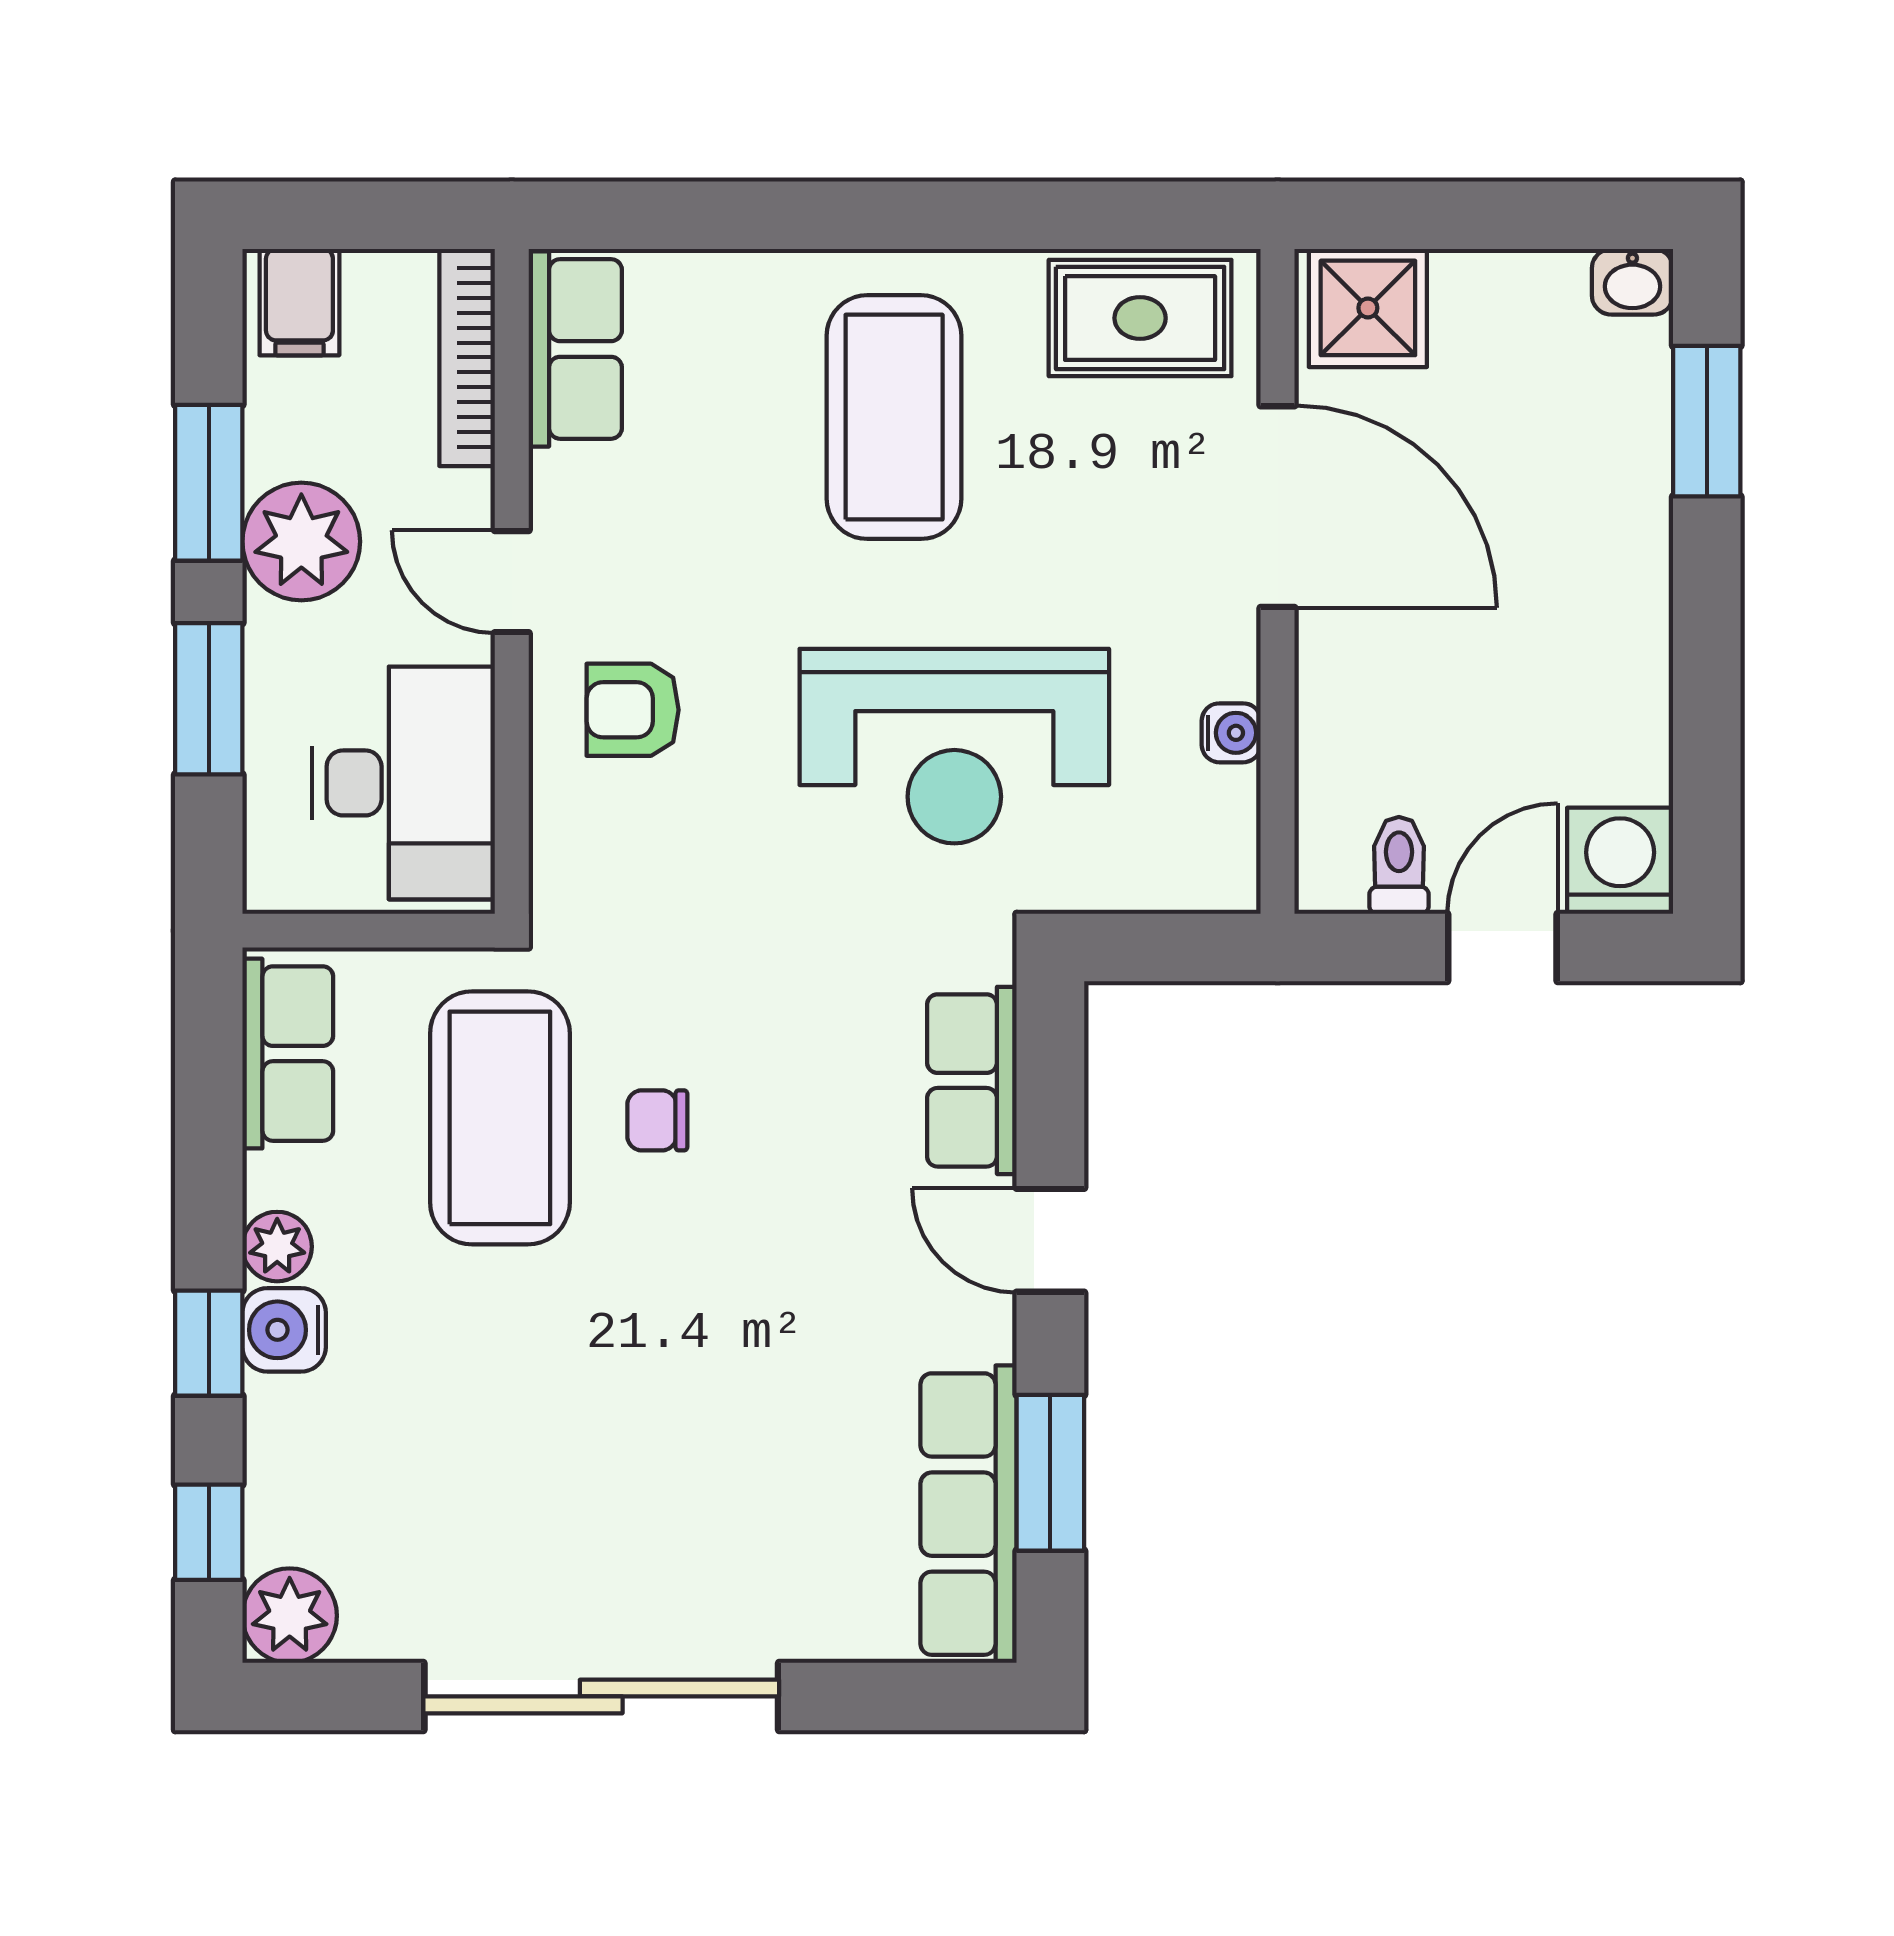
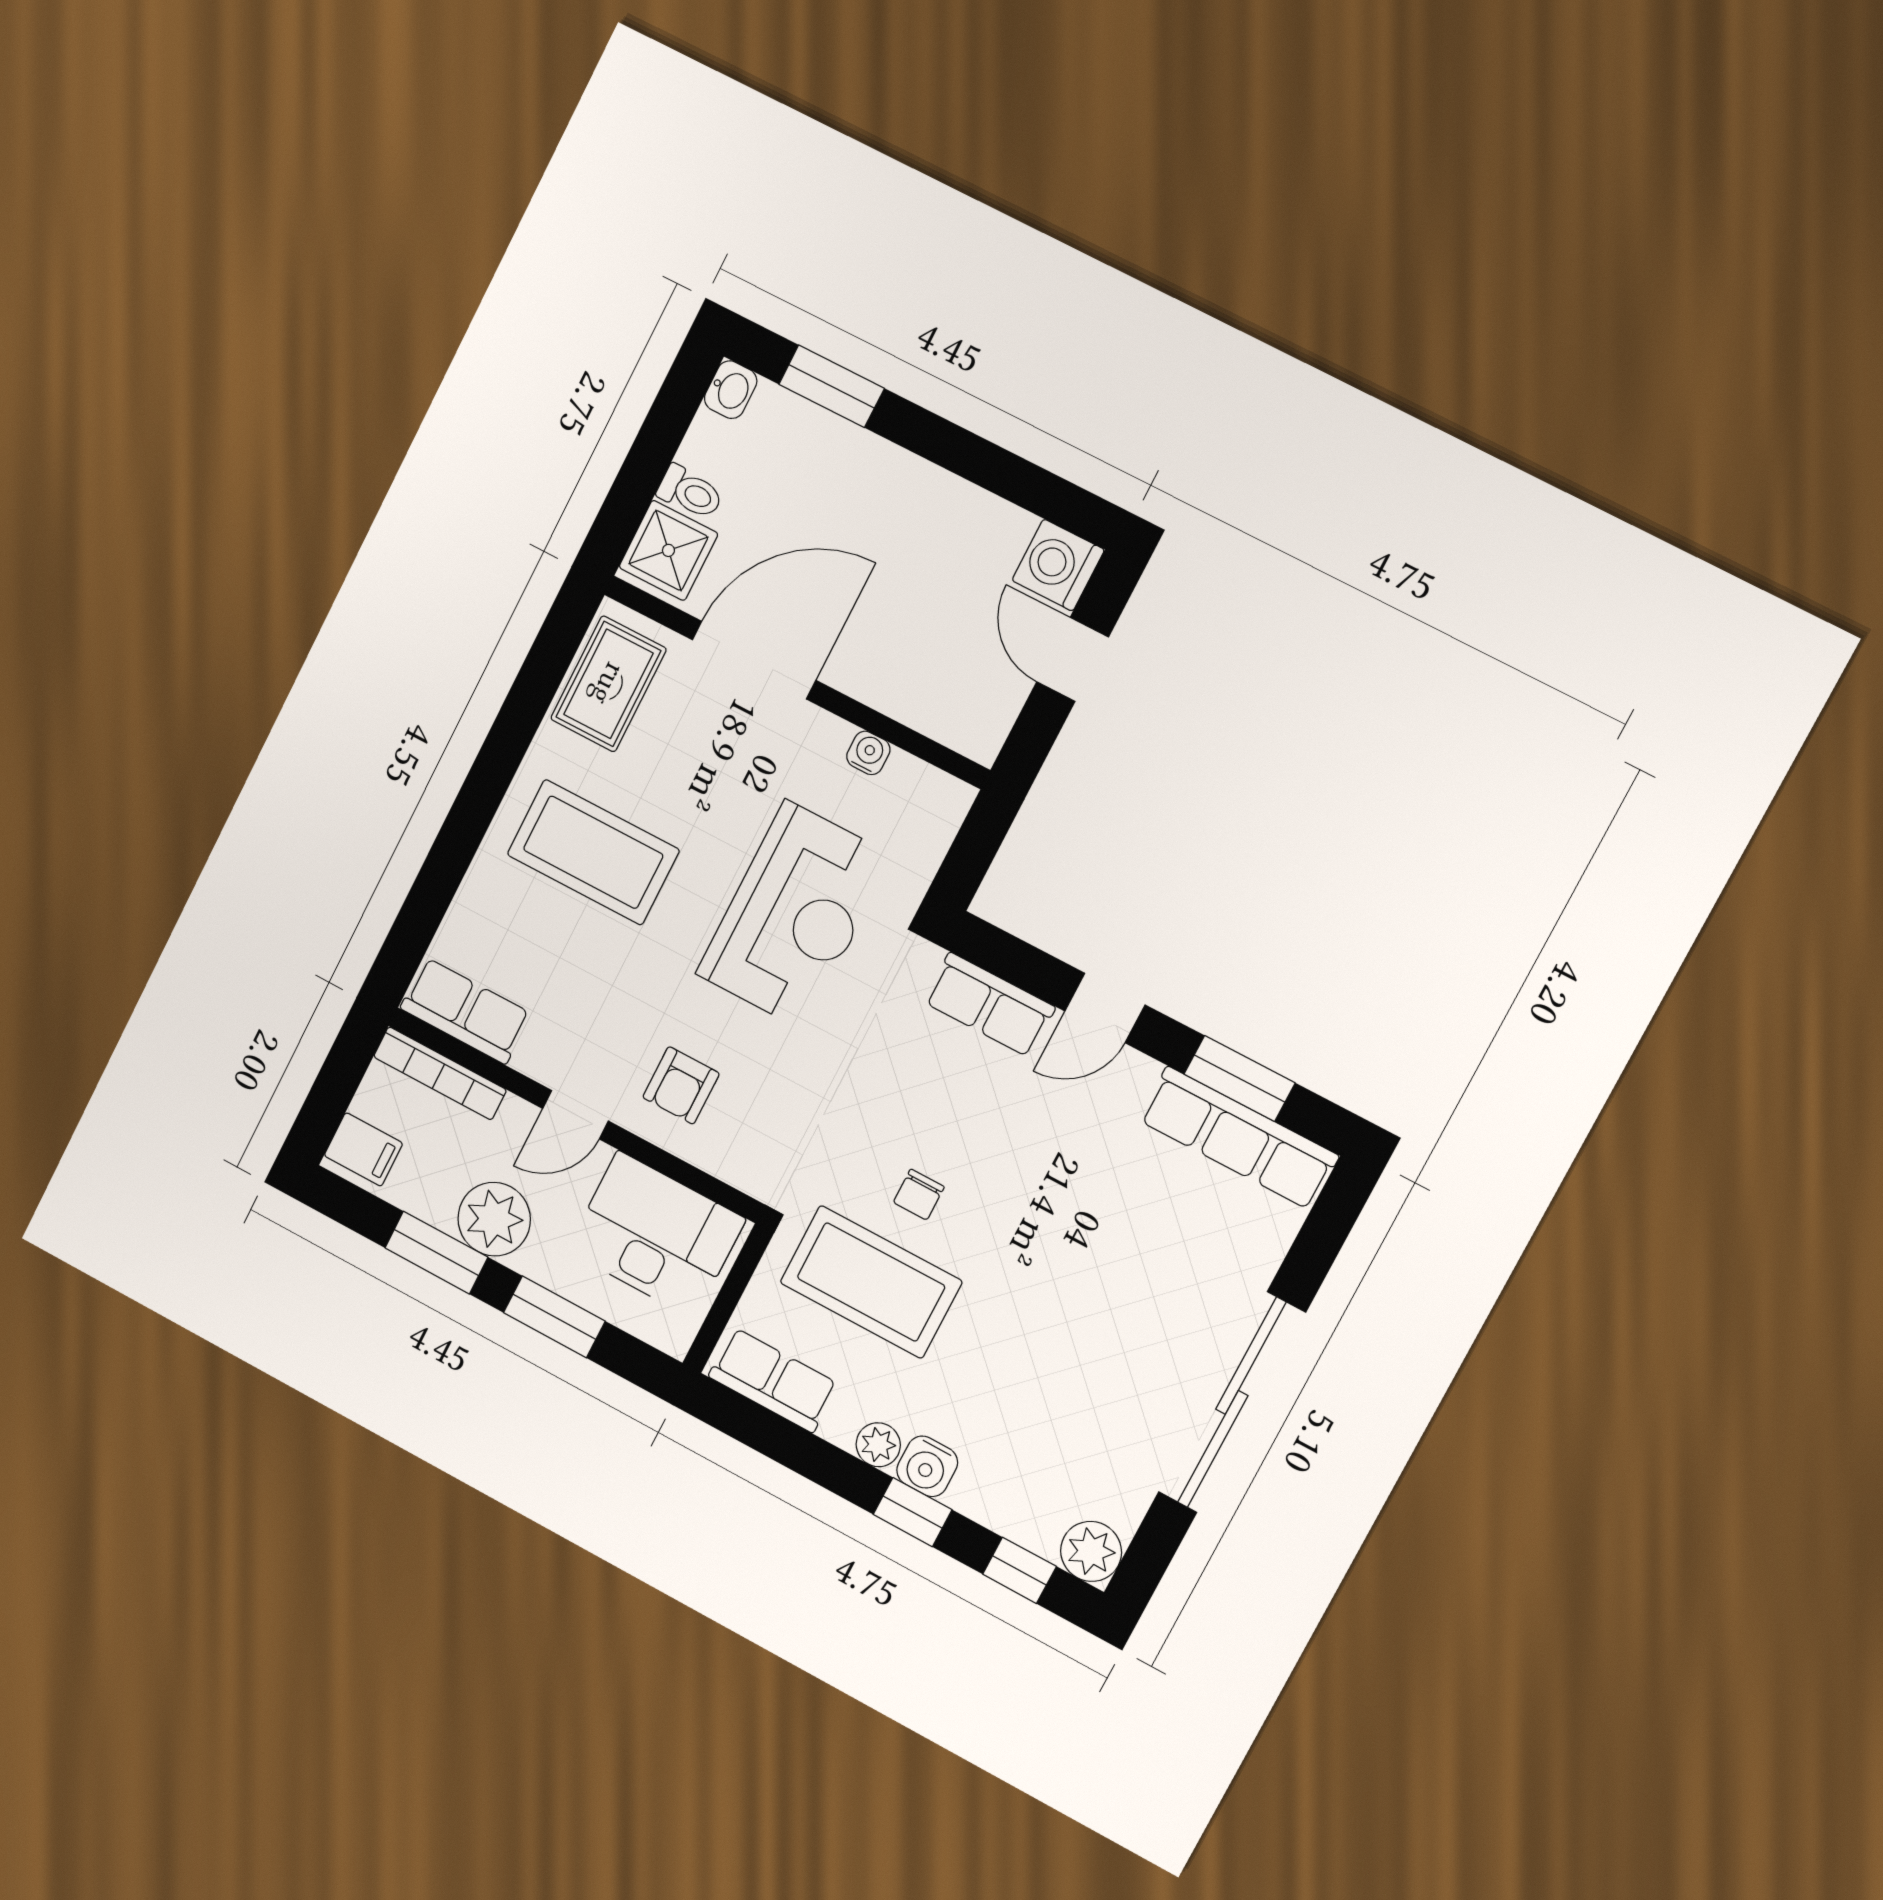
toilet: (1399, 865) -> (690, 492), moved, turned 180

